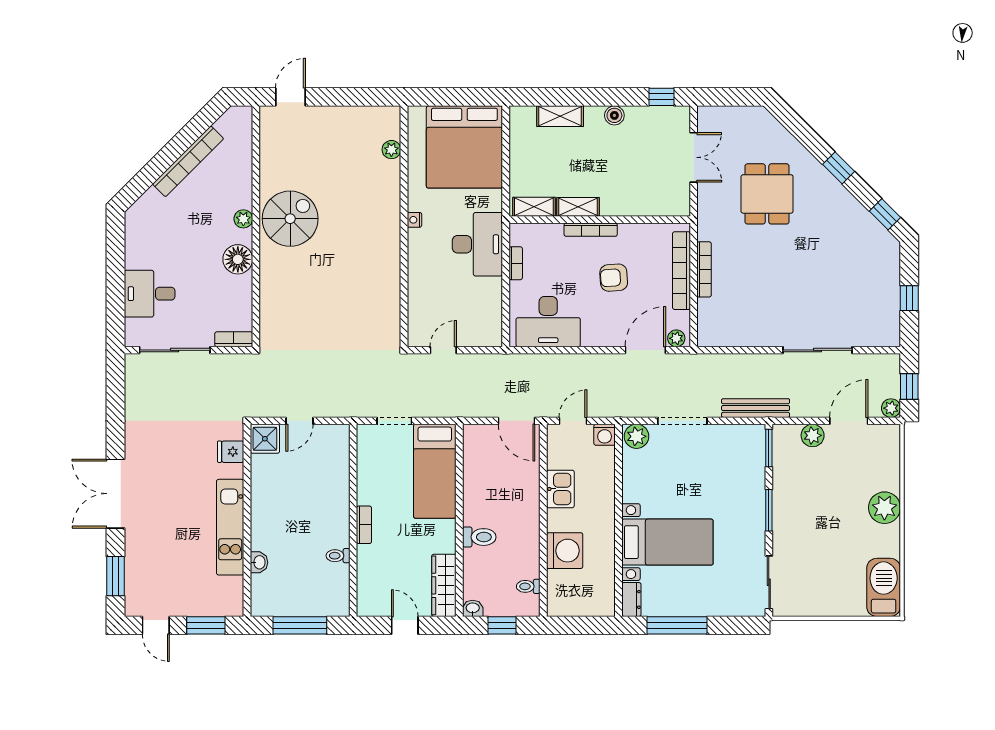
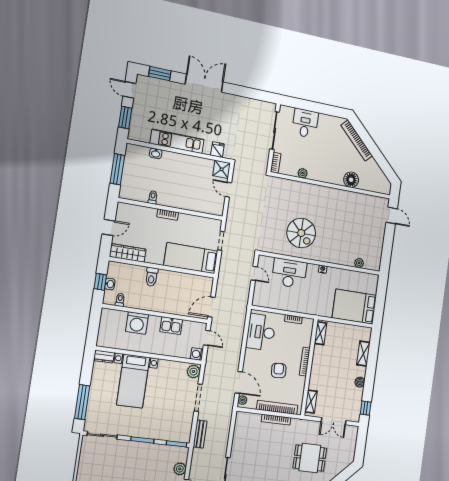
bed: (464, 147) -> (354, 307), width x0.73
bookcase: (188, 161) -> (357, 140), moved
shelving: (578, 207) -> (311, 402), moved
plant: (243, 219) -> (303, 173), moved
spiral stairs: (290, 219) -> (301, 233), moved
desk: (477, 244) -> (289, 273), moved, turned 180
floor lamp: (238, 259) -> (351, 180), moved
bench: (756, 408) -> (200, 434), width x0.73
washbasin: (473, 608) -> (110, 284), moved
door: (156, 625) -> (129, 90), hinge flipped
window: (677, 625) -> (82, 402), moved

